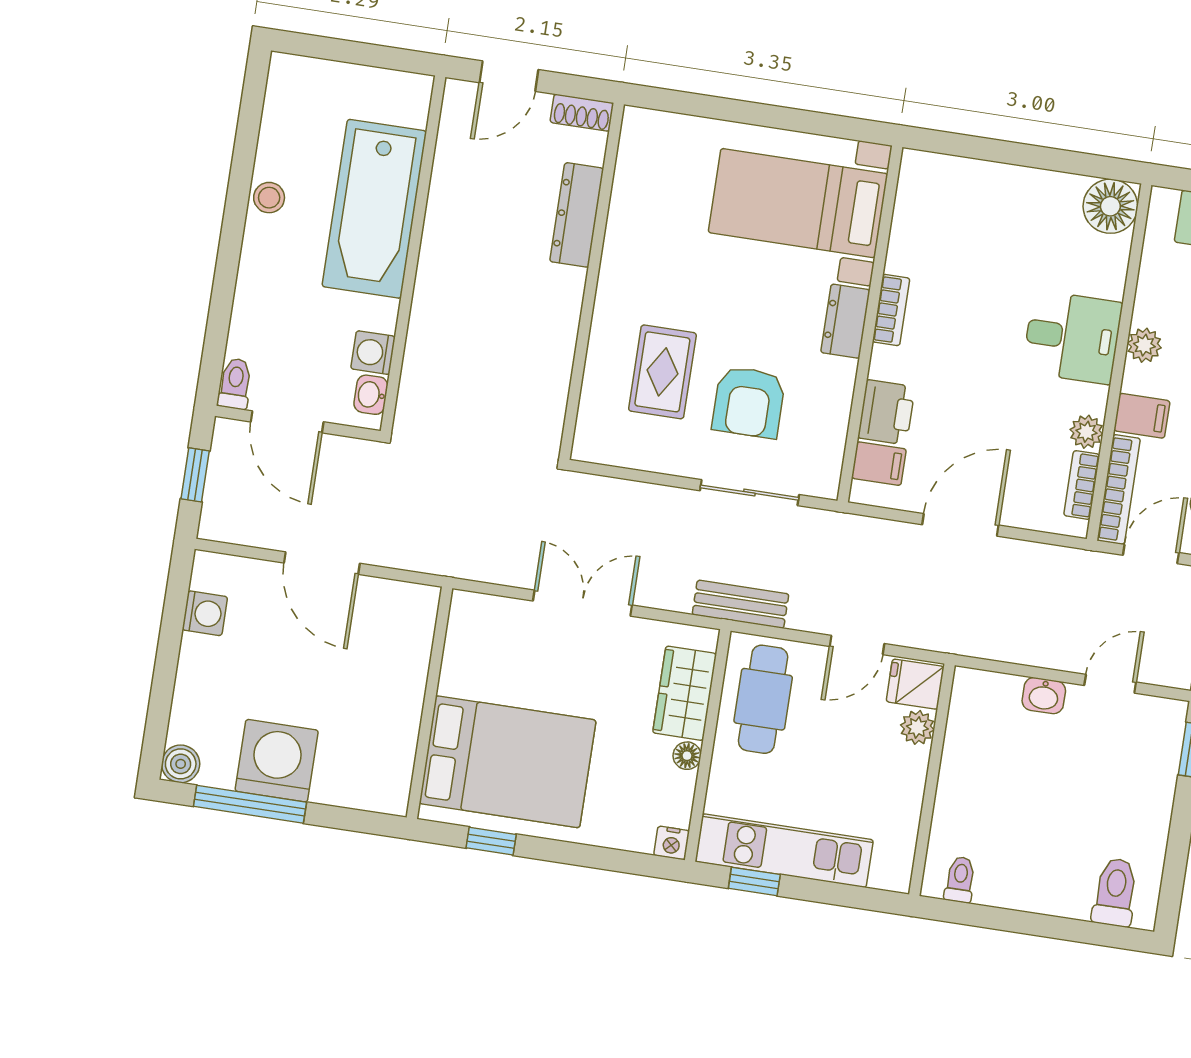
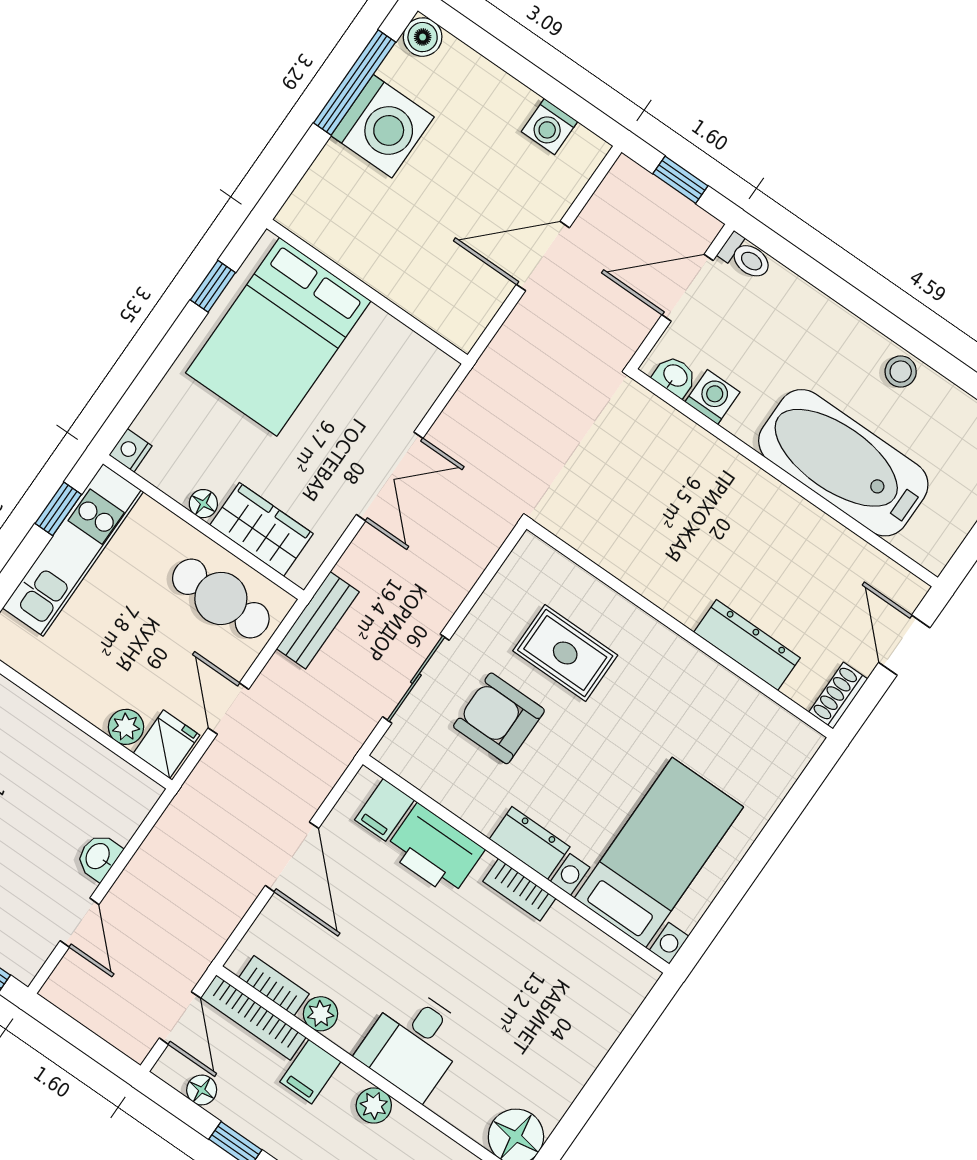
printer: (886, 412) -> (434, 850), width x1.37, depth x1.19

